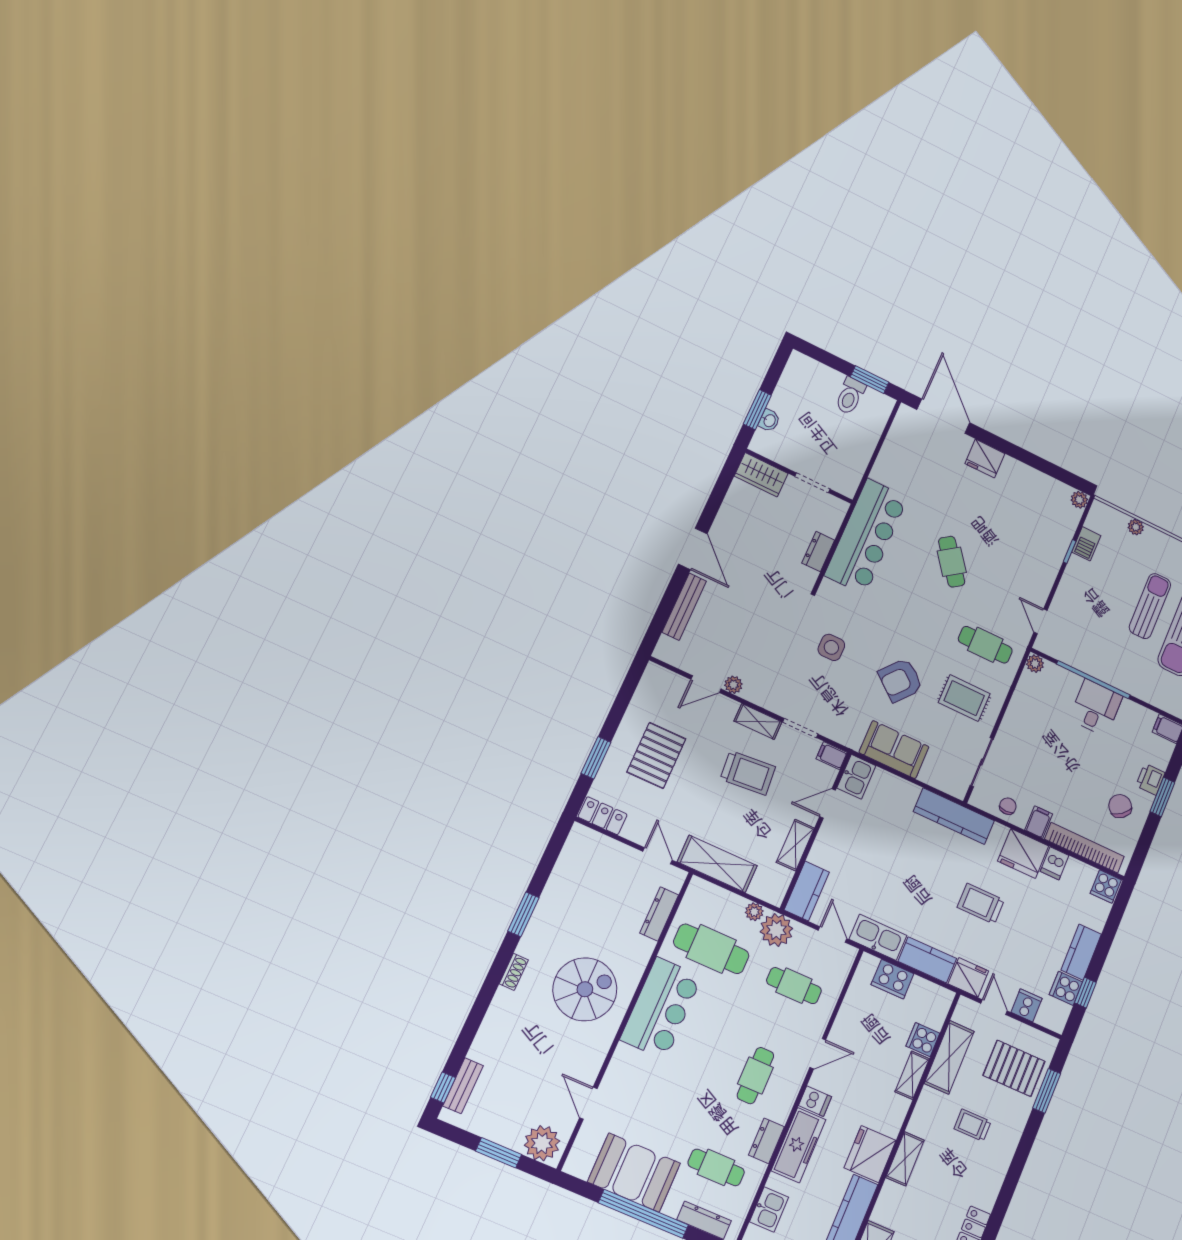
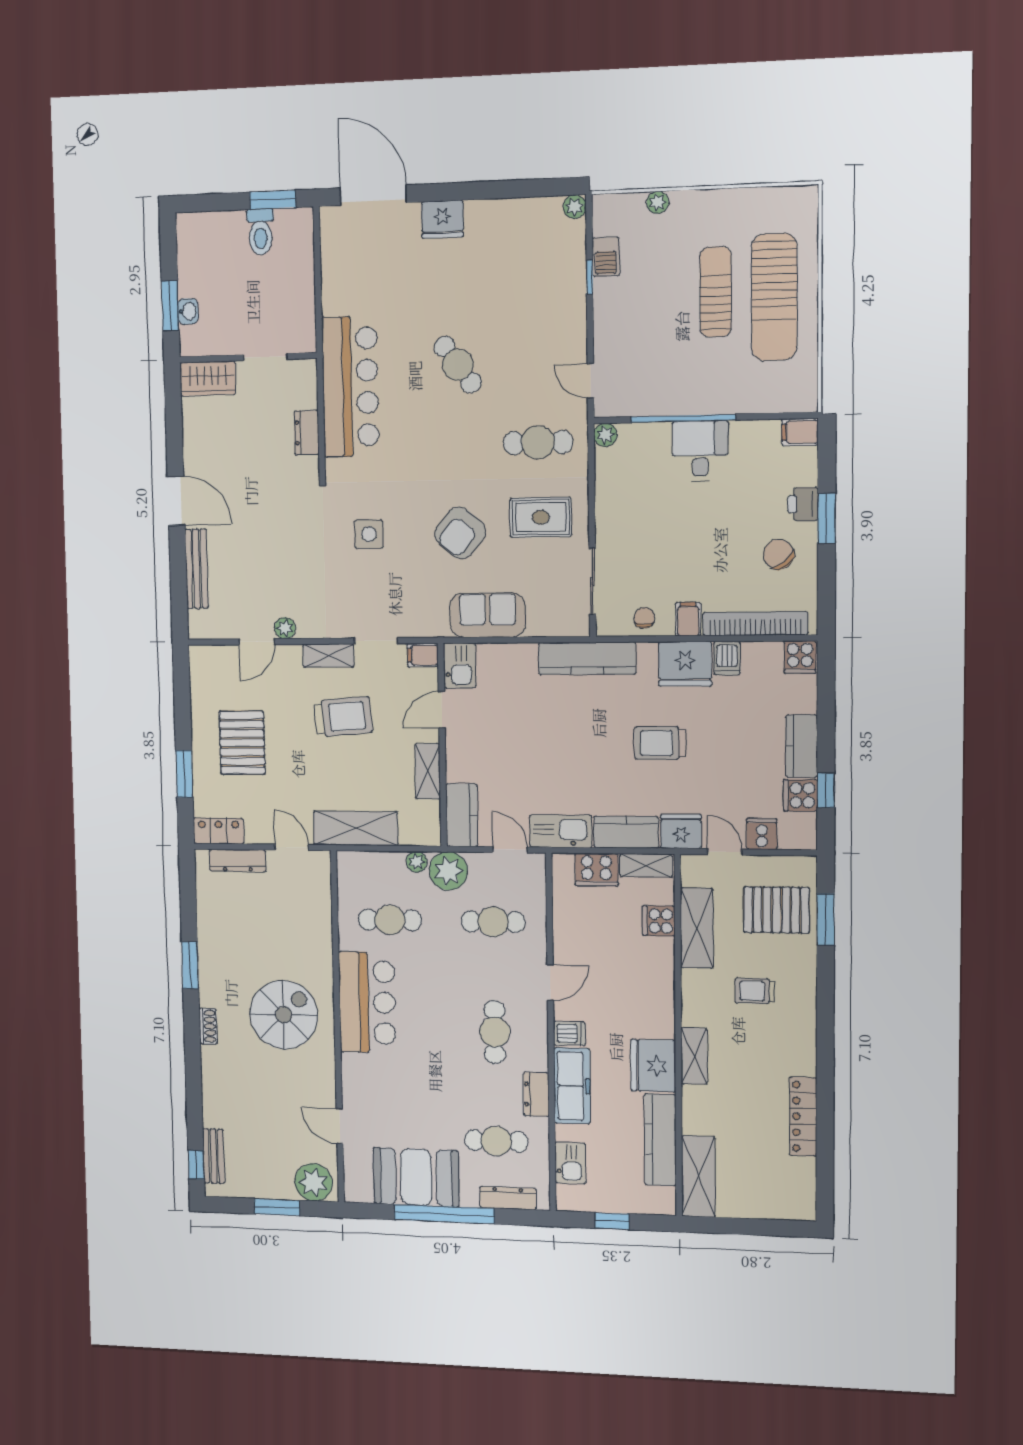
dresser: (659, 914) -> (238, 861), moved, turned -90
cafe table: (711, 949) -> (390, 920), width x0.73, depth x0.74
shelving: (912, 1075) -> (646, 865), moved, turned 90

